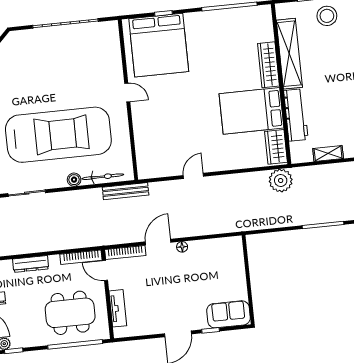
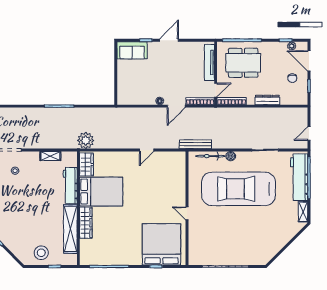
door: (105, 270) -> (216, 90), hinge flipped
tv unit: (118, 308) -> (209, 62), width x1.41

